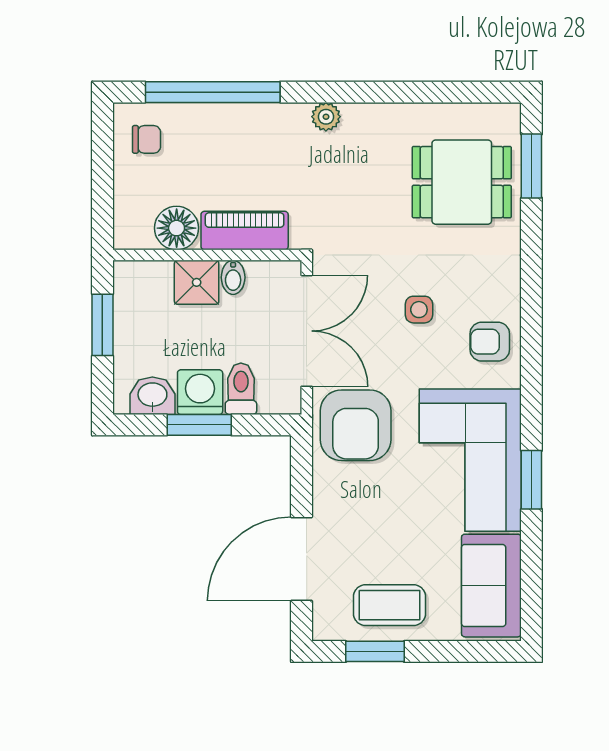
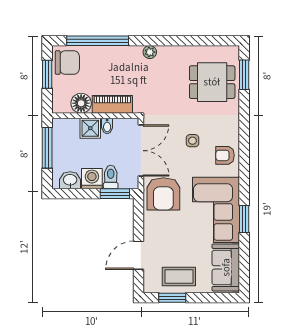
chair: (147, 139) -> (67, 62), width x1.87, depth x1.87
window: (102, 165) -> (47, 74), added
window: (102, 325) -> (47, 148), width x1.44
window: (199, 425) -> (115, 194), moved
door: (302, 559) -> (139, 255), width x0.73

